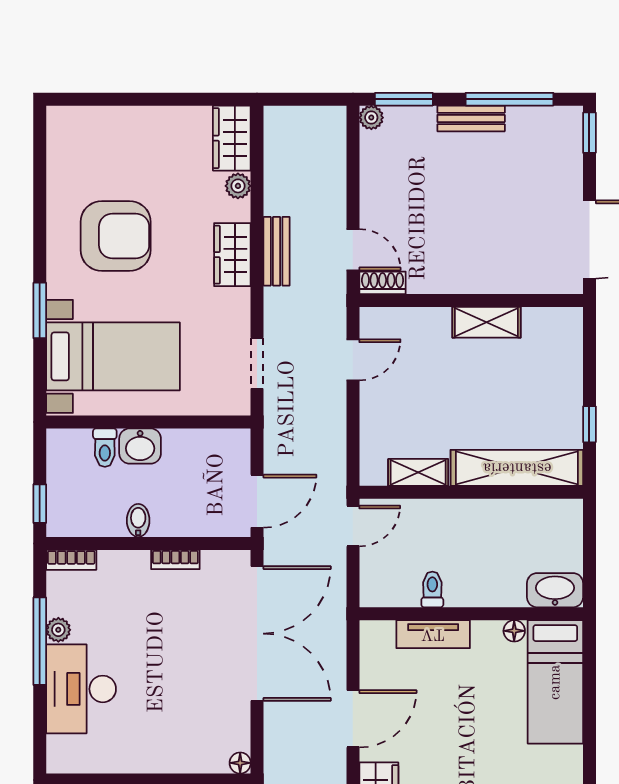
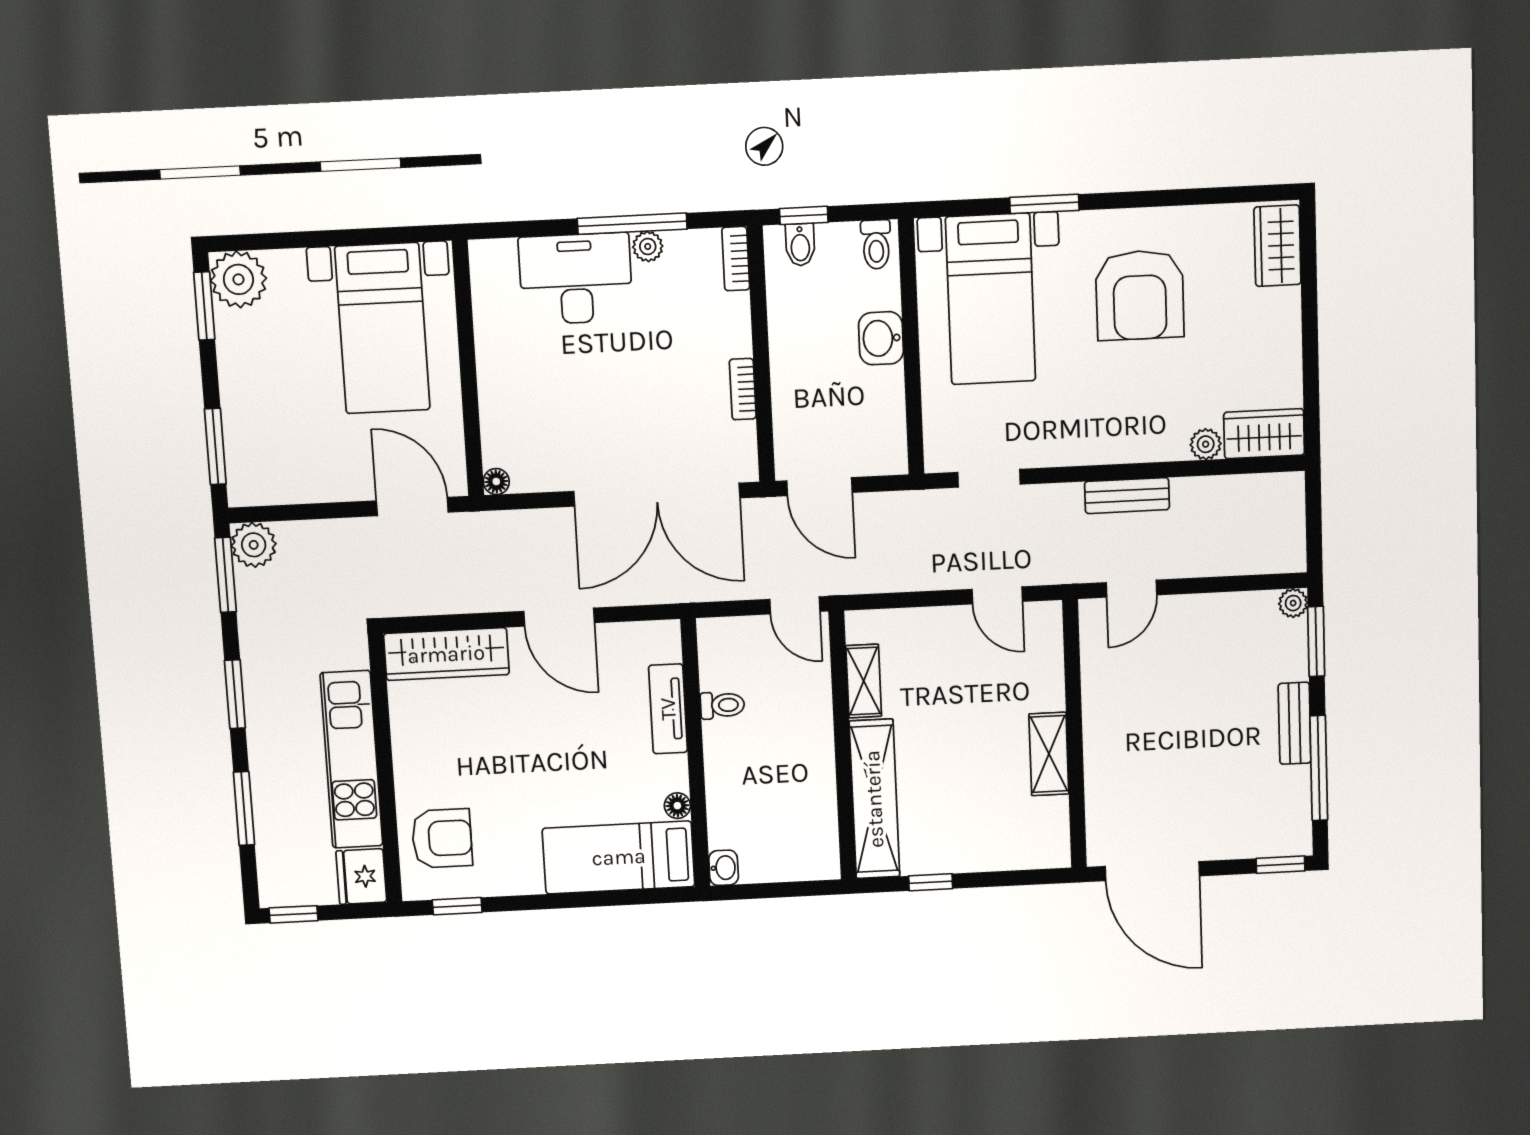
wardrobe: (232, 255) -> (1277, 246), moved, turned -90
shoe rack: (383, 283) -> (1092, 627), removed
toilet: (105, 448) -> (876, 244), moved, turned -90
bidet: (138, 520) -> (800, 245), moved, turned 90
washbasin: (555, 590) -> (724, 868), width x0.52, depth x0.69

